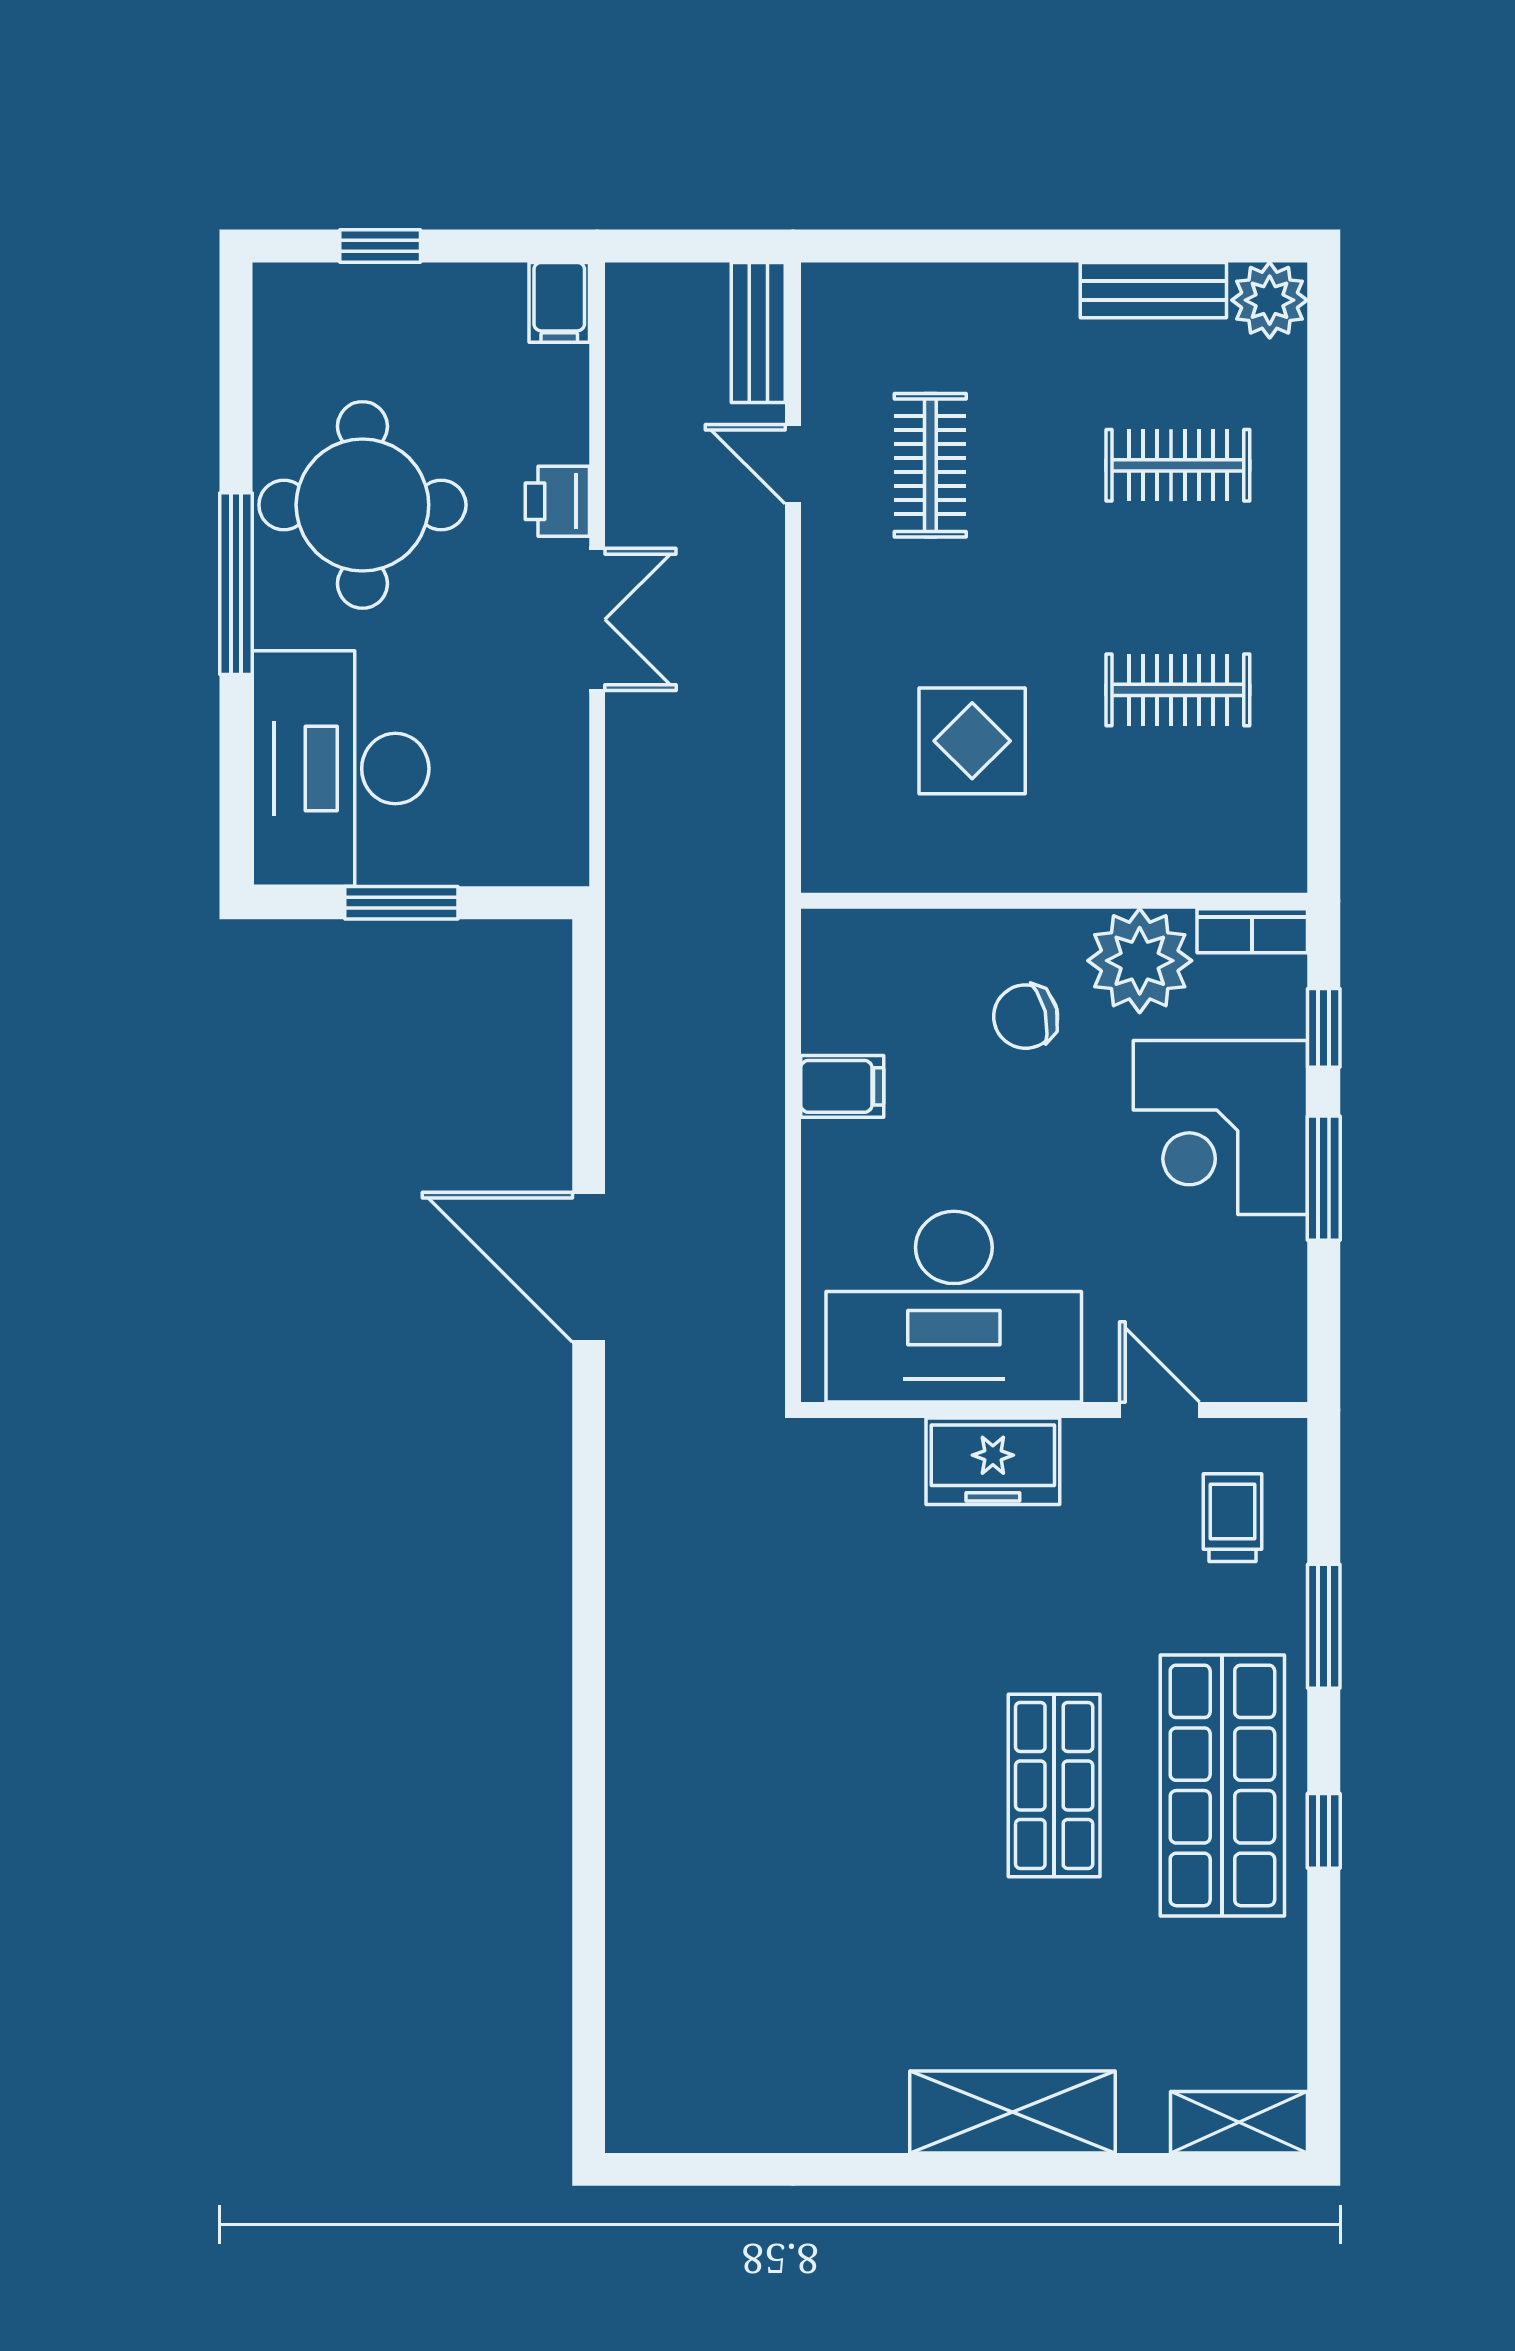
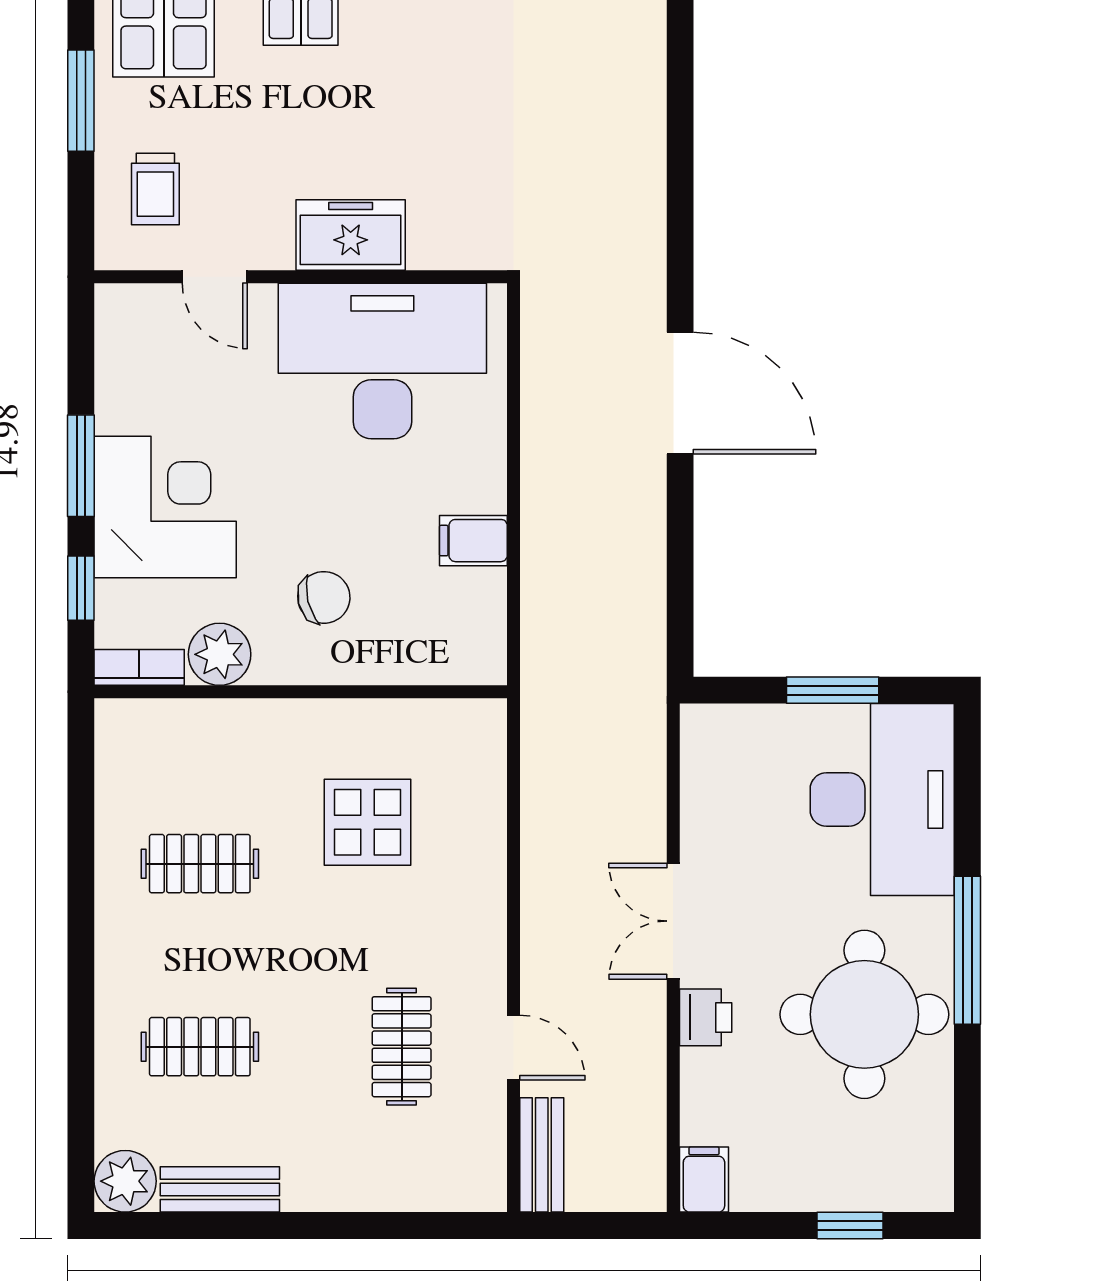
plant: (1140, 961) -> (220, 654), width x0.73, depth x0.73

